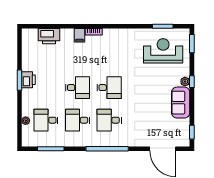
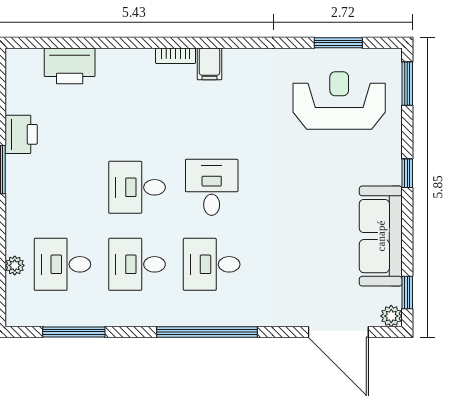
filing cabinet: (79, 35) -> (209, 64), moved
printer: (28, 80) -> (21, 134), moved
plant: (185, 82) -> (391, 316), moved
desk: (78, 88) -> (137, 187), turned 180
desk: (109, 88) -> (212, 187), turned -90
sofa: (181, 103) -> (381, 236), width x1.36

